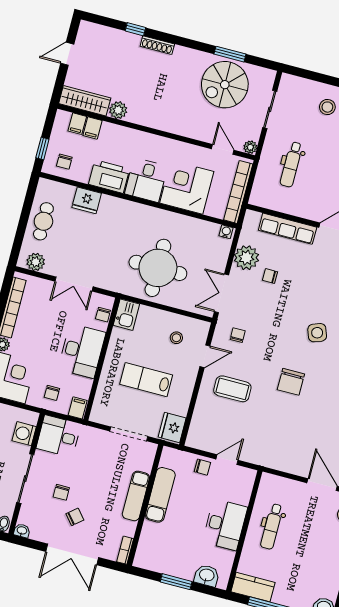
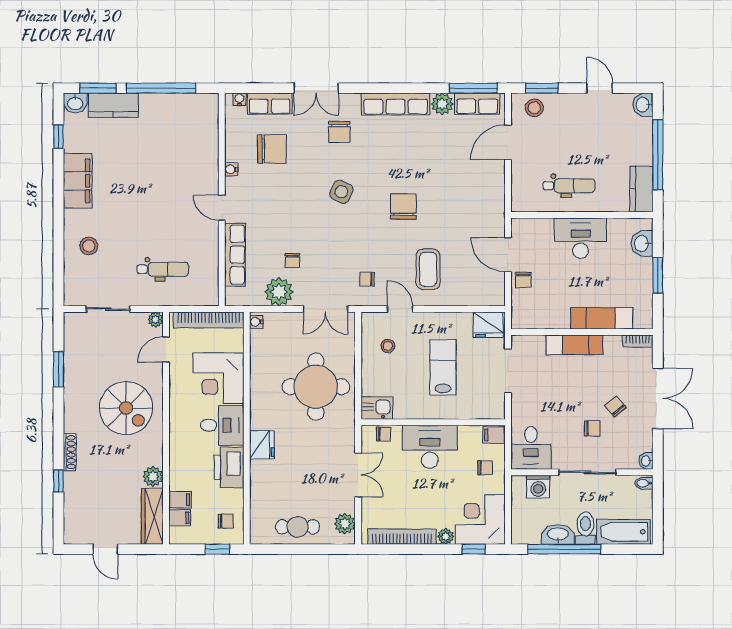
spiral stairs: (225, 85) -> (126, 408), moved
fridge: (87, 200) -> (262, 445), moved
side table: (317, 333) -> (341, 192), turned 45
lab bench: (146, 380) -> (443, 367), turned 180
chair: (291, 382) -> (403, 207), turned -90
door: (227, 460) -> (508, 255), width x1.38
chair: (202, 467) -> (523, 280), turned 180
exam couch: (160, 495) -> (602, 318), moved

